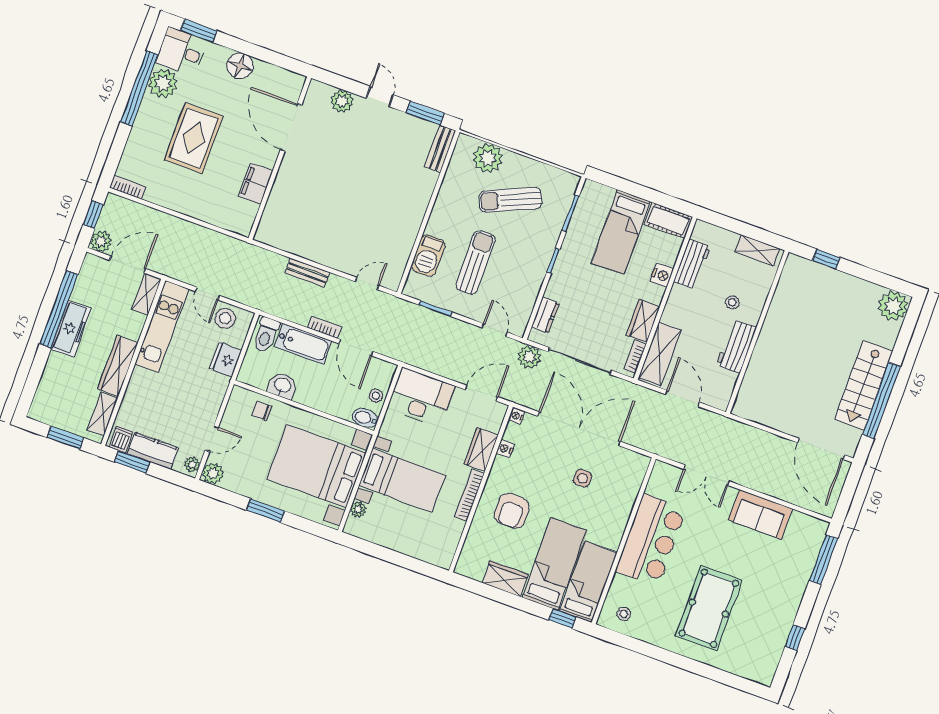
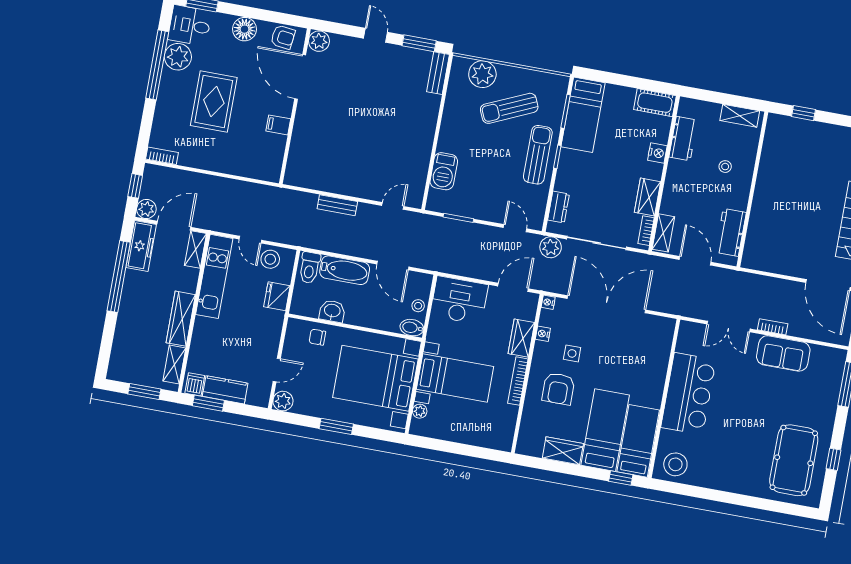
armchair: (280, 82) -> (283, 37), added
plant: (342, 101) -> (319, 41), moved
filing cabinet: (256, 184) -> (278, 125), width x0.50
bed: (621, 232) -> (583, 115), moved
sun lounger: (476, 262) -> (538, 155), moved
bookcase: (324, 327) -> (773, 327), moved
freezer: (71, 329) -> (141, 246), moved
workbench: (736, 346) -> (731, 232), moved
shelving: (660, 354) -> (663, 233), width x0.67, depth x0.75
plant: (192, 464) -> (263, 396), removed
side table: (582, 478) -> (572, 353), moved
pool table: (709, 608) -> (794, 460), moved
stool: (624, 614) -> (675, 464), width x1.89, depth x1.89

